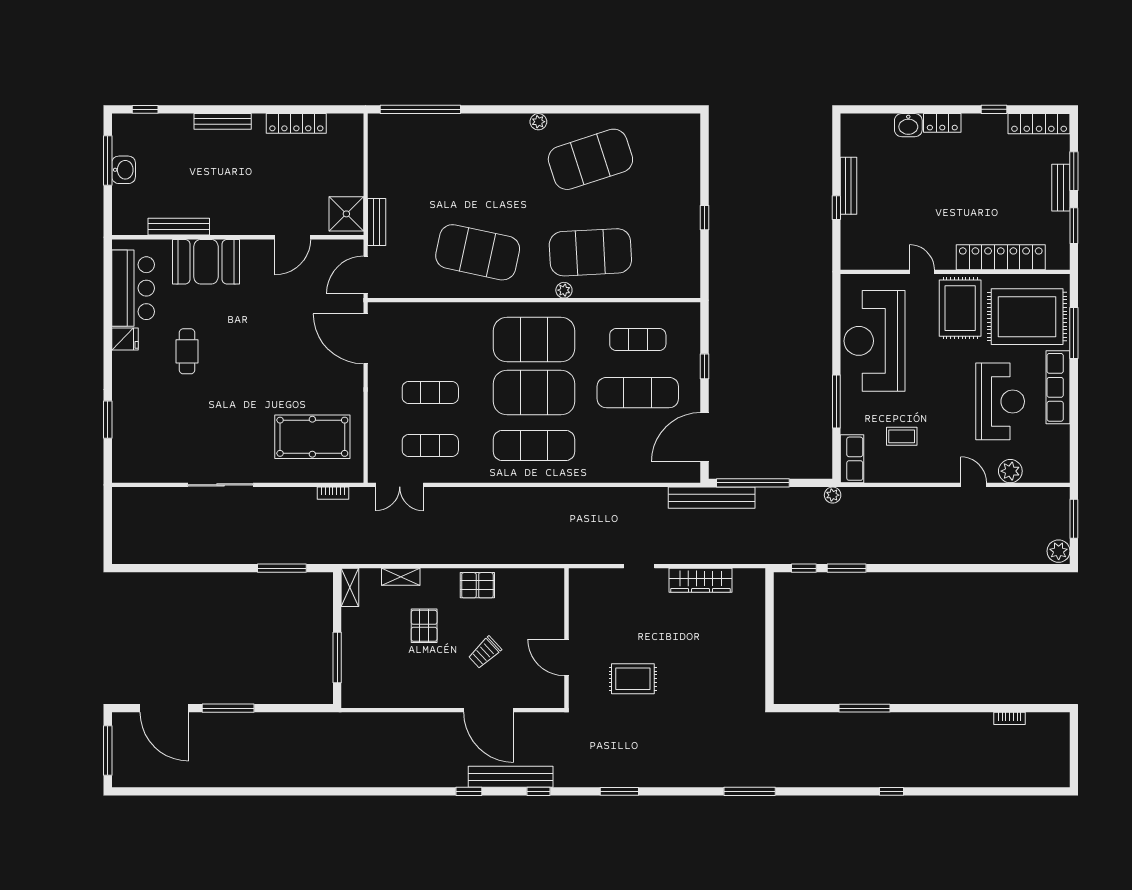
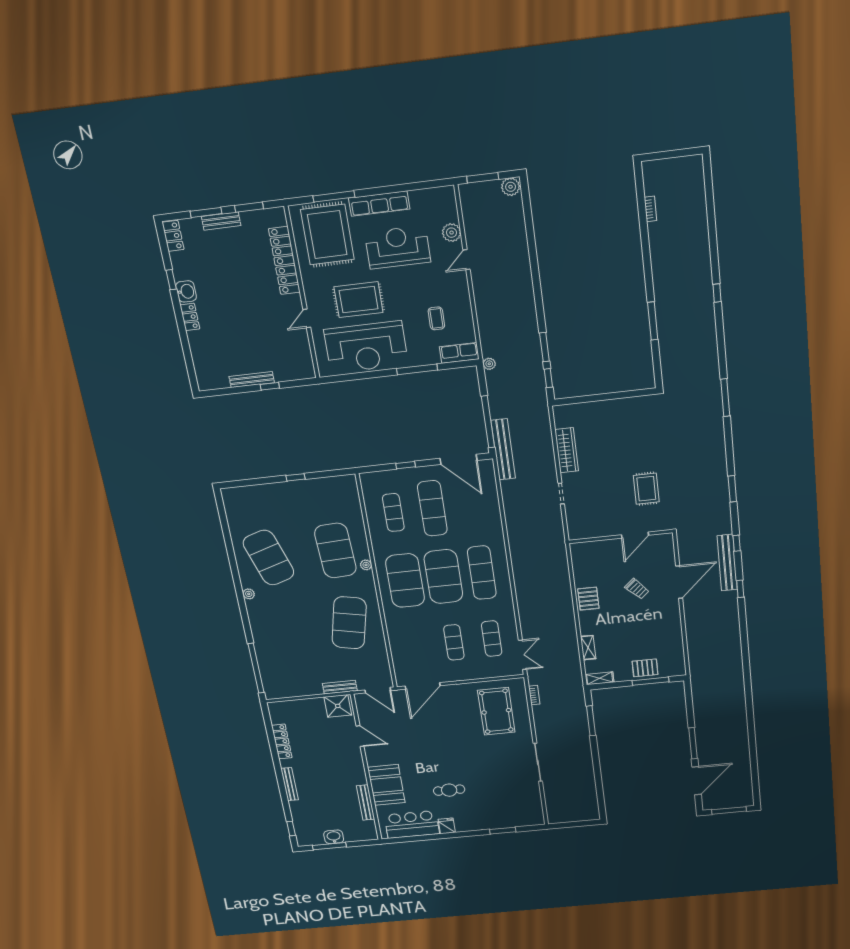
locker: (1039, 124) -> (173, 236), width x0.66
washbasin: (908, 125) -> (186, 291), moved
rug: (960, 308) -> (359, 300), moved
pallet: (424, 626) -> (645, 668), moved

